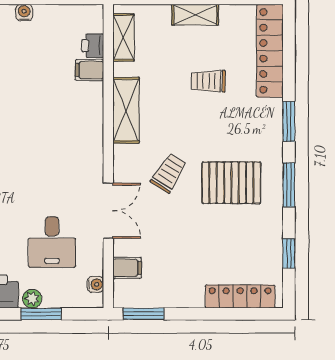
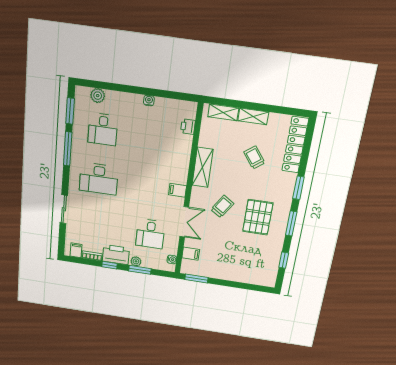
shelving: (123, 37) -> (223, 112), moved, turned 90
filing cabinet: (89, 70) -> (178, 190), moved
trolley: (208, 81) -> (254, 158), turned 53
pallet: (231, 183) -> (258, 217), turned 90
locker: (240, 297) -> (252, 278), removed

